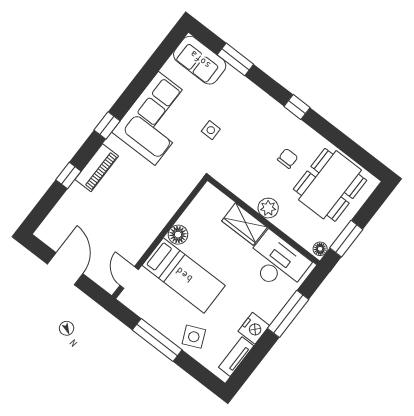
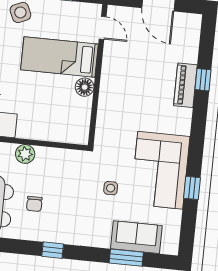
sofa: (200, 60) -> (136, 237), moved
window: (107, 125) -> (192, 188), moved
piano: (97, 168) -> (185, 85), moved
wardrobe: (244, 224) -> (36, 129), removed

